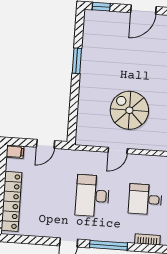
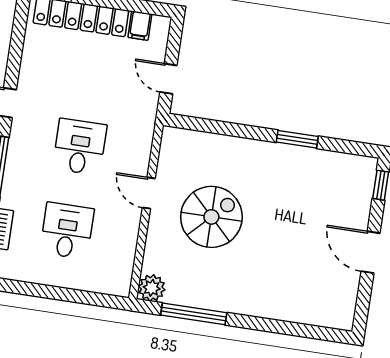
filing cabinet: (15, 152) -> (140, 26), moved
desk: (92, 196) -> (80, 147), width x0.73

